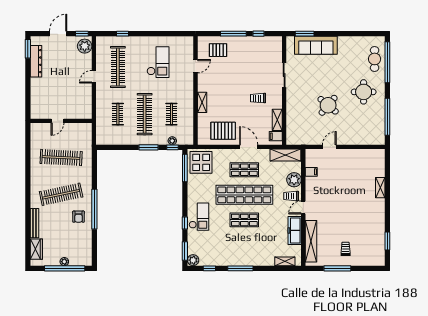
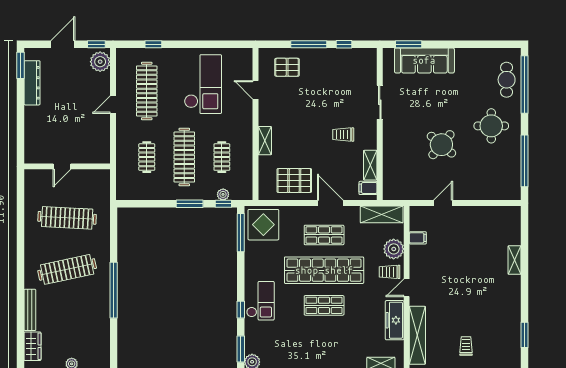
checkout: (158, 62) -> (203, 84), width x1.36, depth x1.21
door: (195, 66) -> (256, 90), swing flipped
armchair: (79, 217) -> (92, 301), removed

